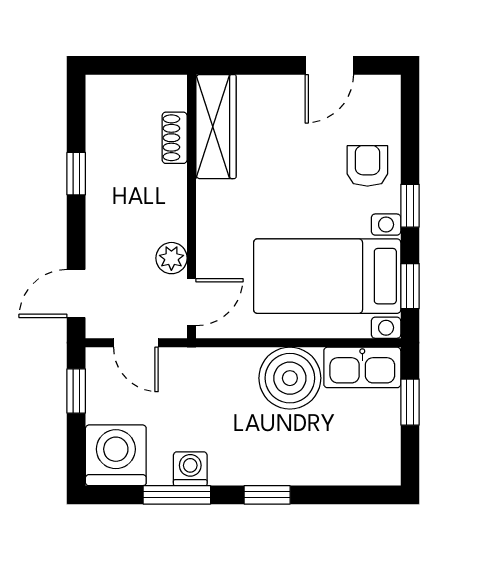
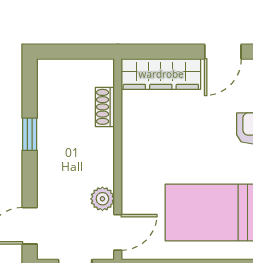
wardrobe: (216, 127) -> (161, 74), moved, turned 90

